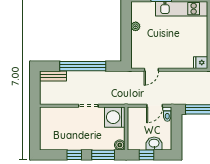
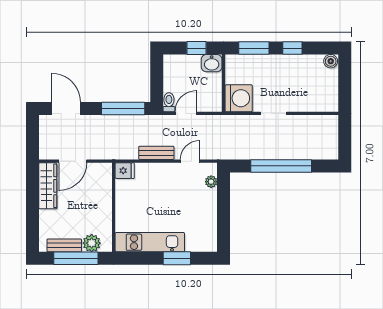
plant: (136, 26) -> (211, 182), moved
bench: (53, 76) -> (156, 153), moved
washbasin: (154, 144) -> (212, 63), moved
boiler: (120, 145) -> (331, 61), moved

